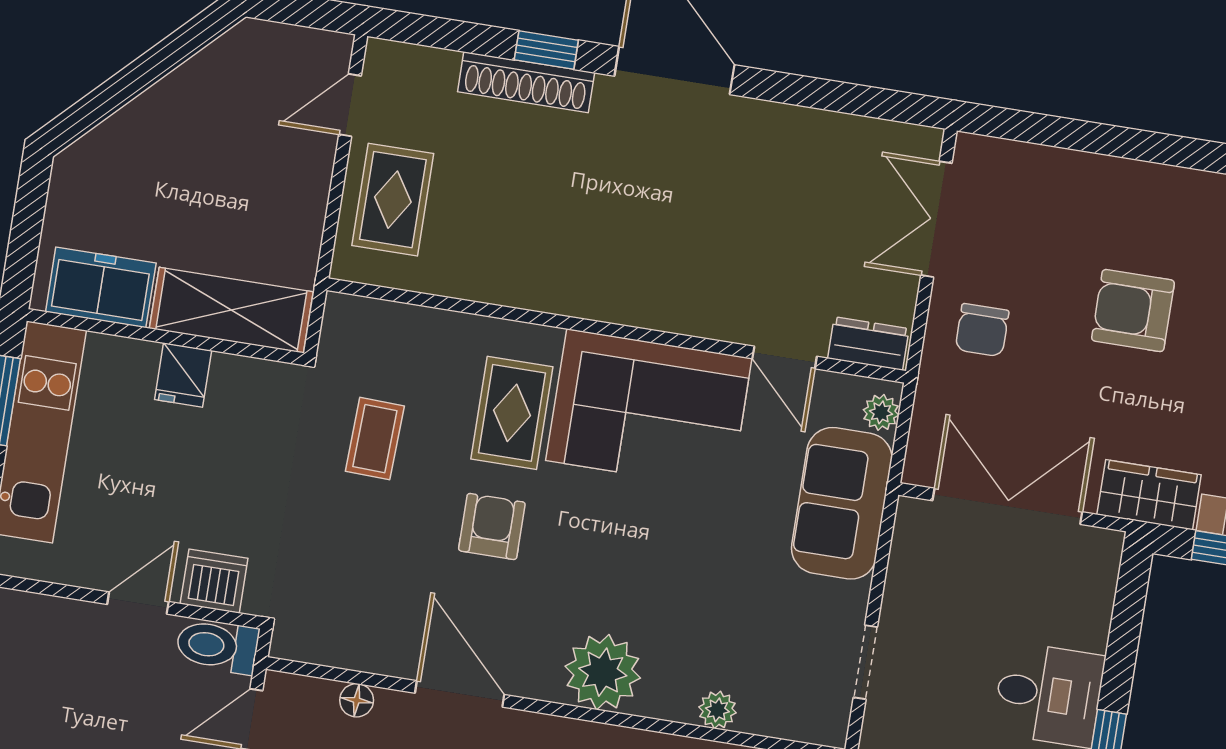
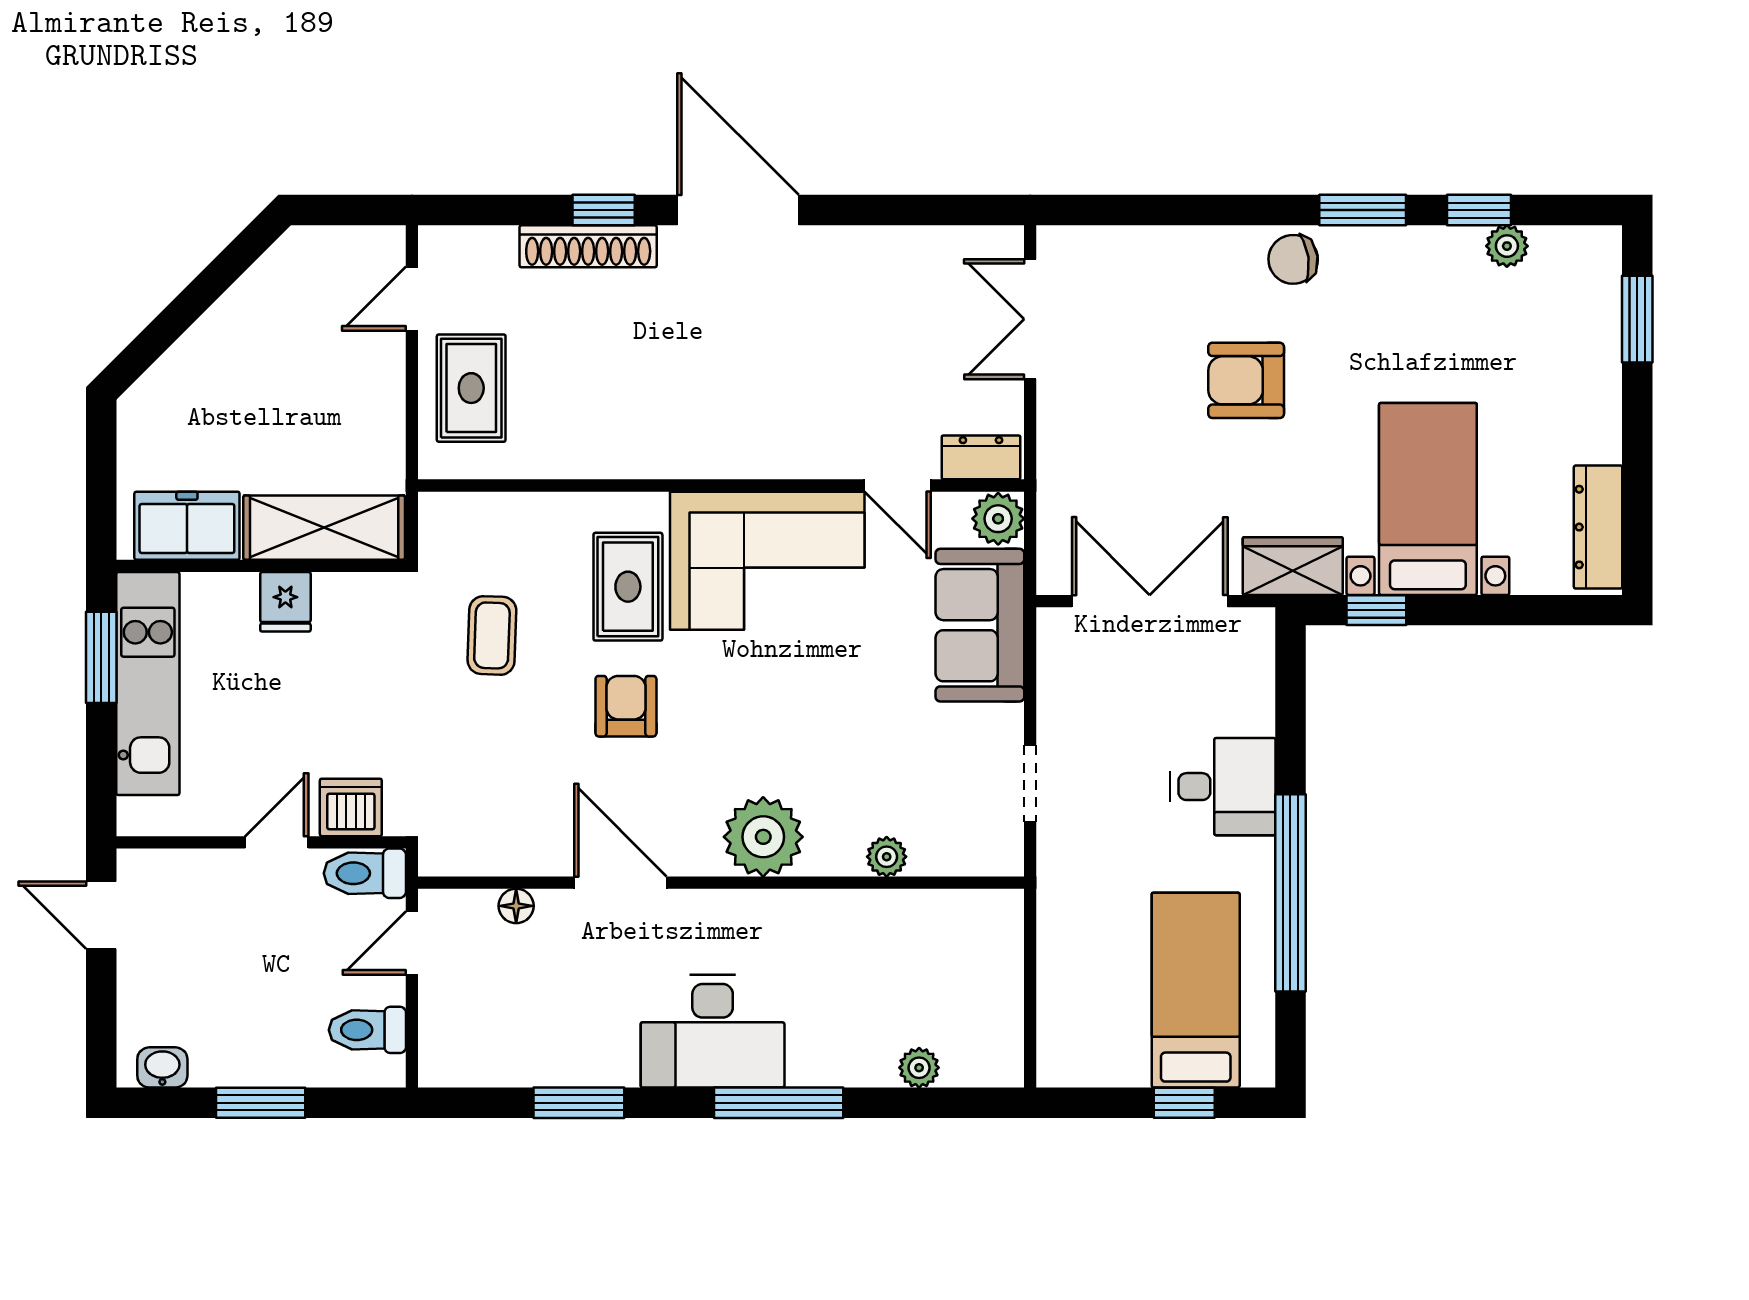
chair: (982, 330) -> (1293, 259), moved, turned 82
plant: (881, 412) -> (998, 519), width x1.38, depth x1.38

